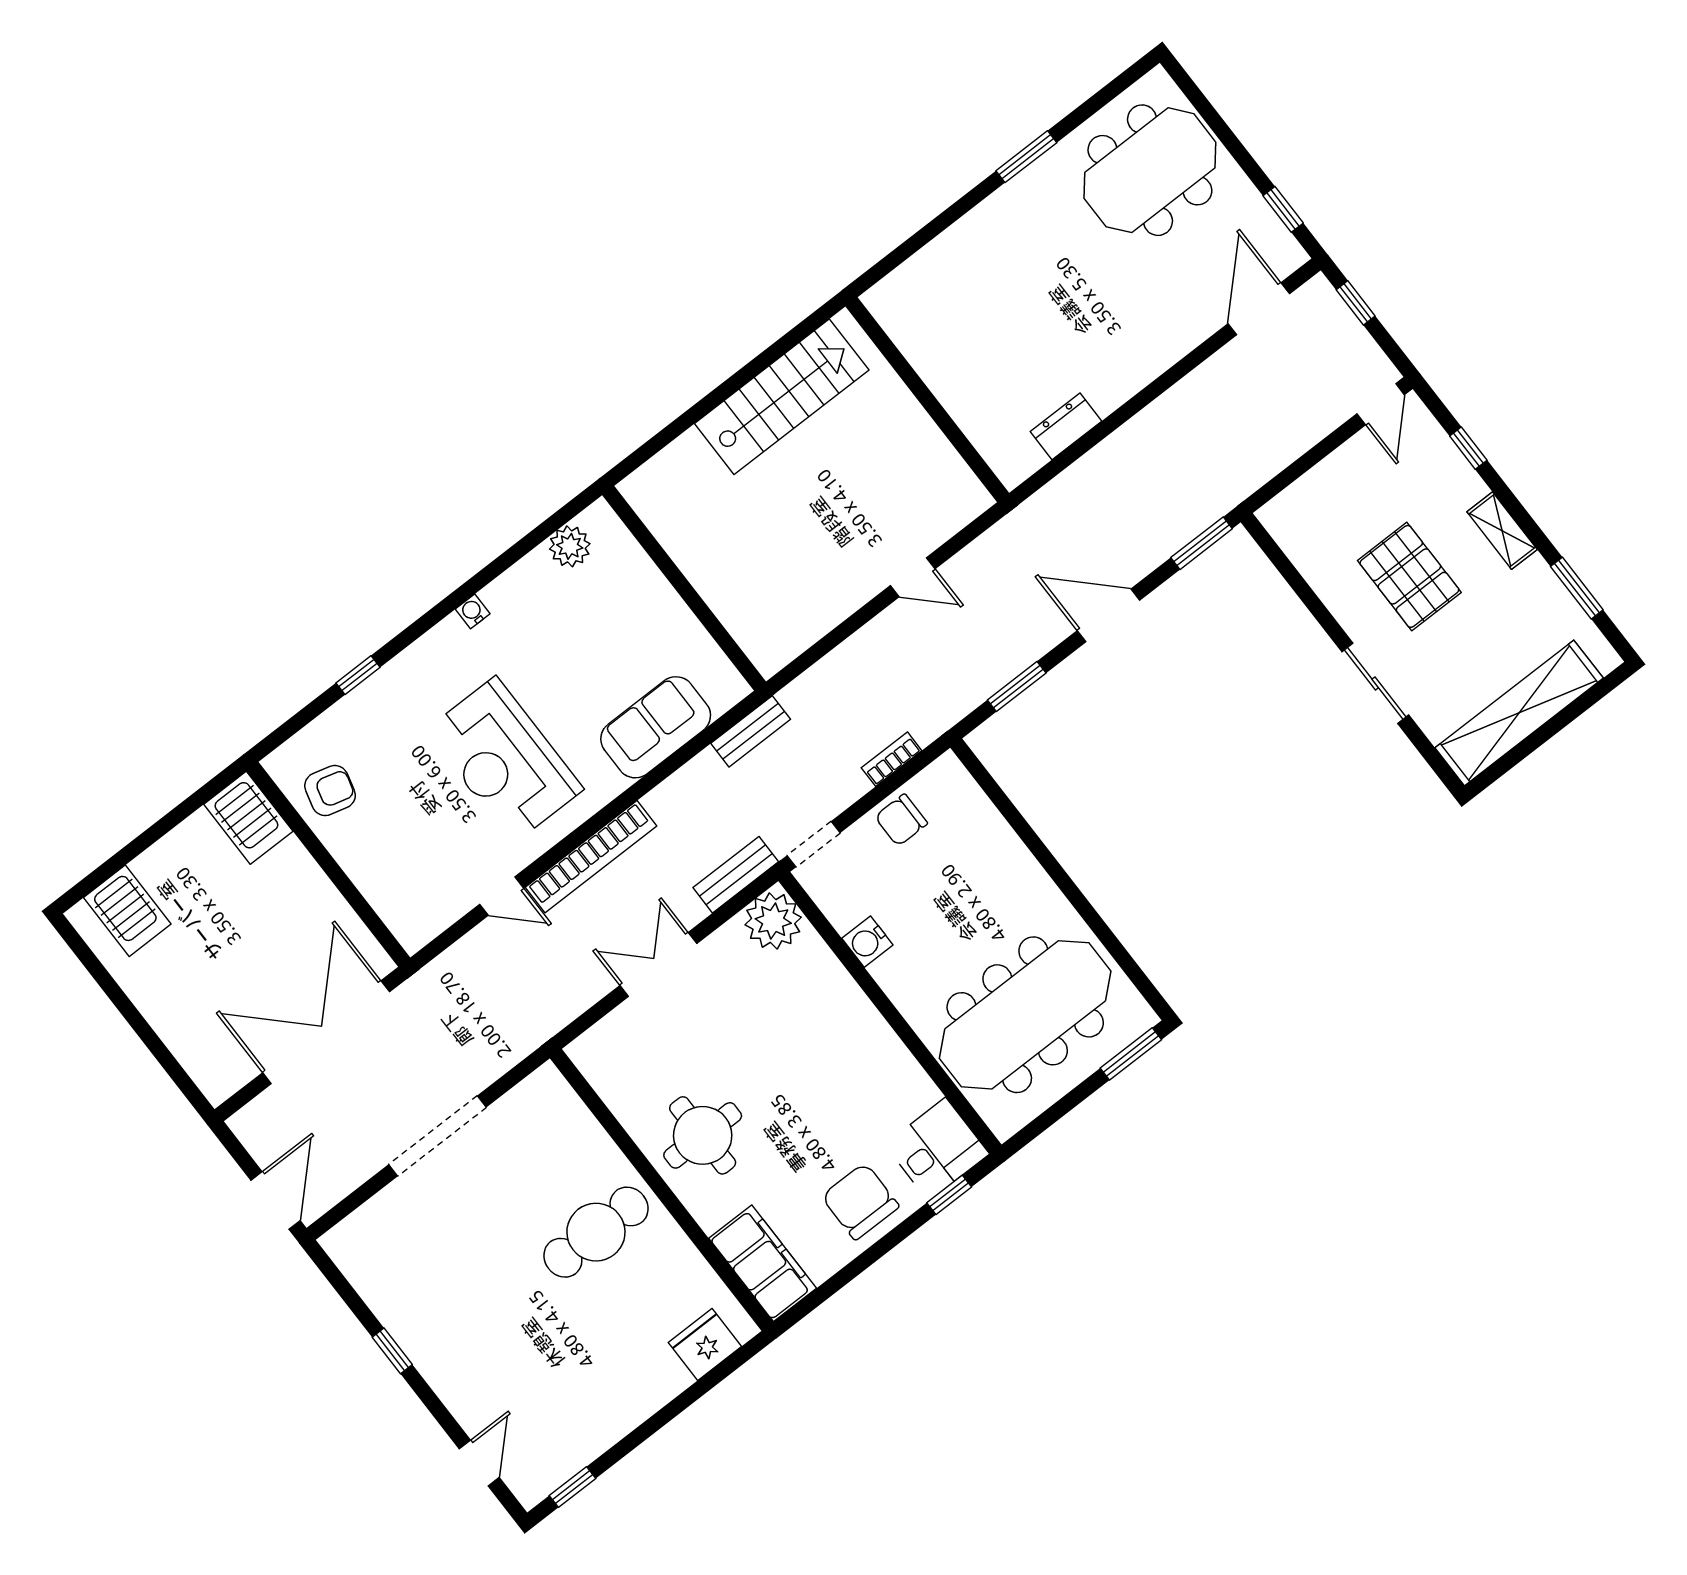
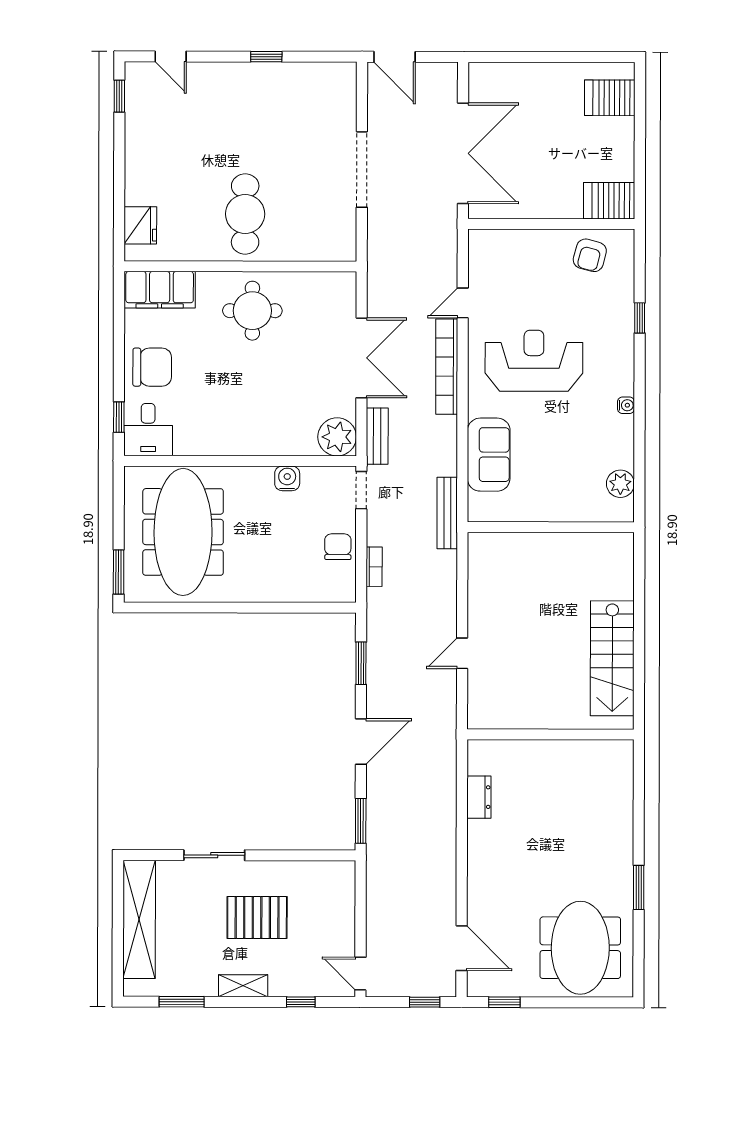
bench: (751, 731) -> (447, 513), width x1.36
double door: (658, 965) -> (362, 358), width x1.37

